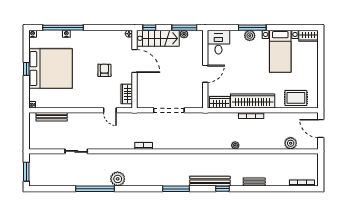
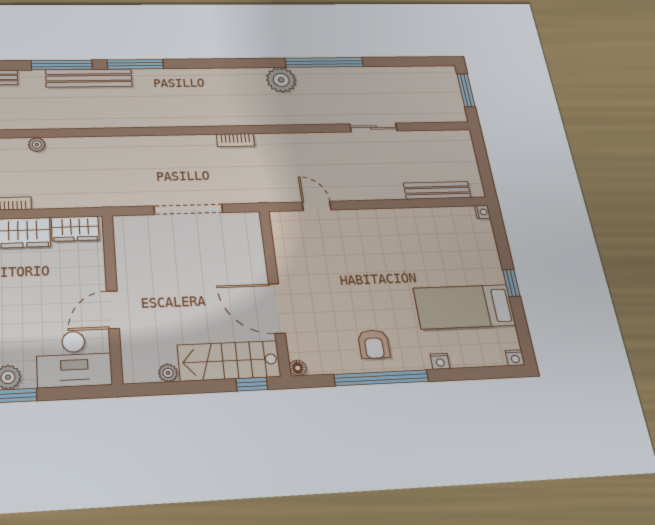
window: (63, 28) -> (381, 378), moved
window: (184, 28) -> (168, 388), removed
desk: (218, 42) -> (74, 359), width x1.37
bed: (50, 69) -> (464, 307), width x0.49
armchair: (104, 70) -> (374, 344), moved
door: (205, 74) -> (113, 310), moved
wardrobe: (127, 94) -> (285, 239), removed
window: (176, 189) -> (135, 64), moved
window: (222, 189) -> (62, 65), width x2.17

